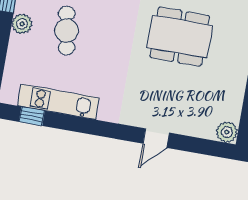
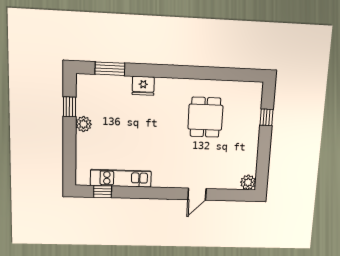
cafe table: (67, 31) -> (119, 124), removed
dining table: (180, 37) -> (205, 117), width x0.73

